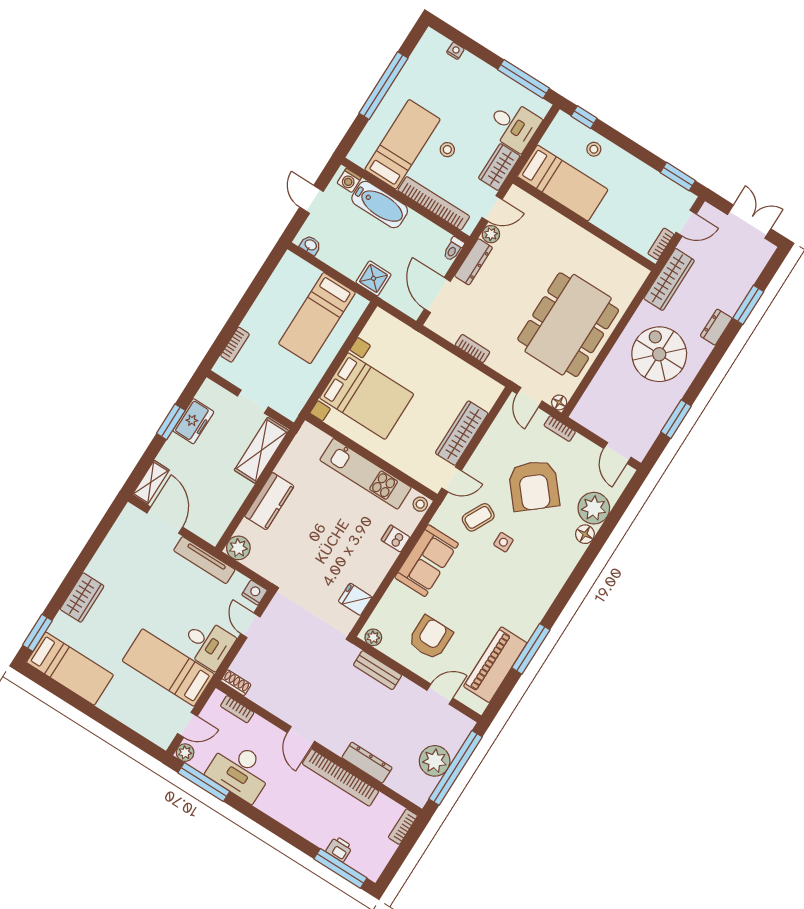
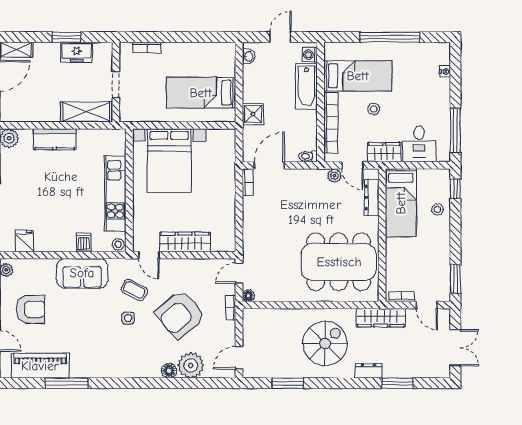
dresser: (474, 262) -> (372, 197), moved, turned 90
dining table: (568, 325) -> (339, 262), moved
bookcase: (472, 349) -> (248, 182), moved

